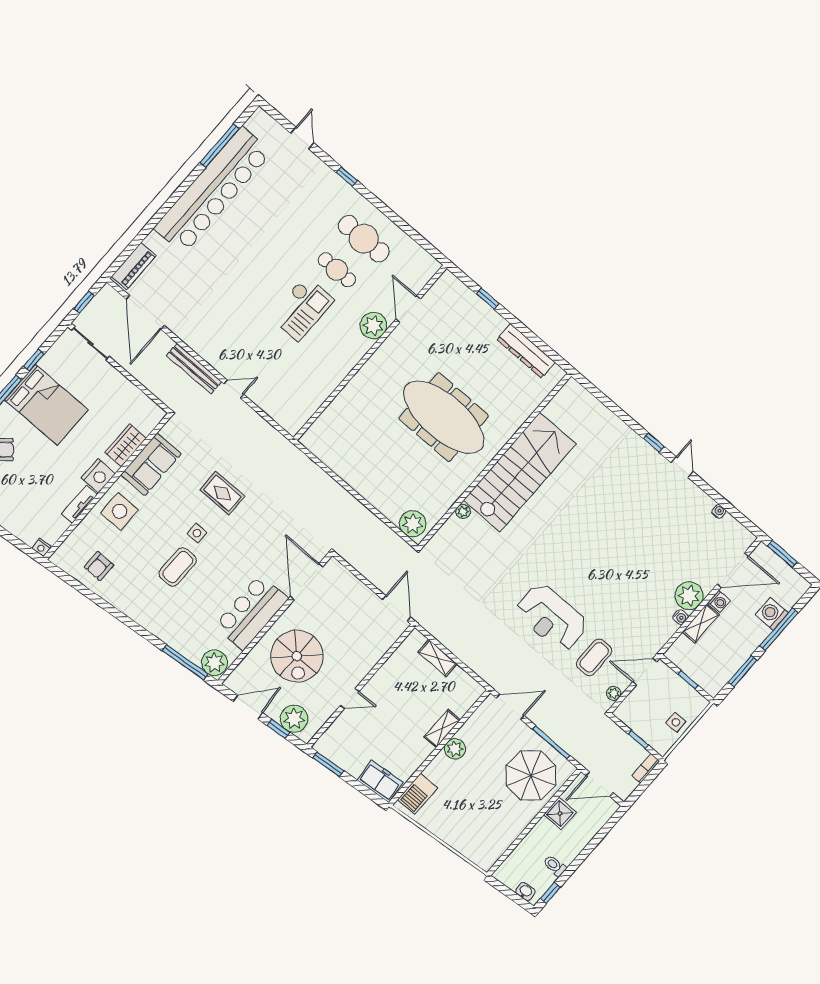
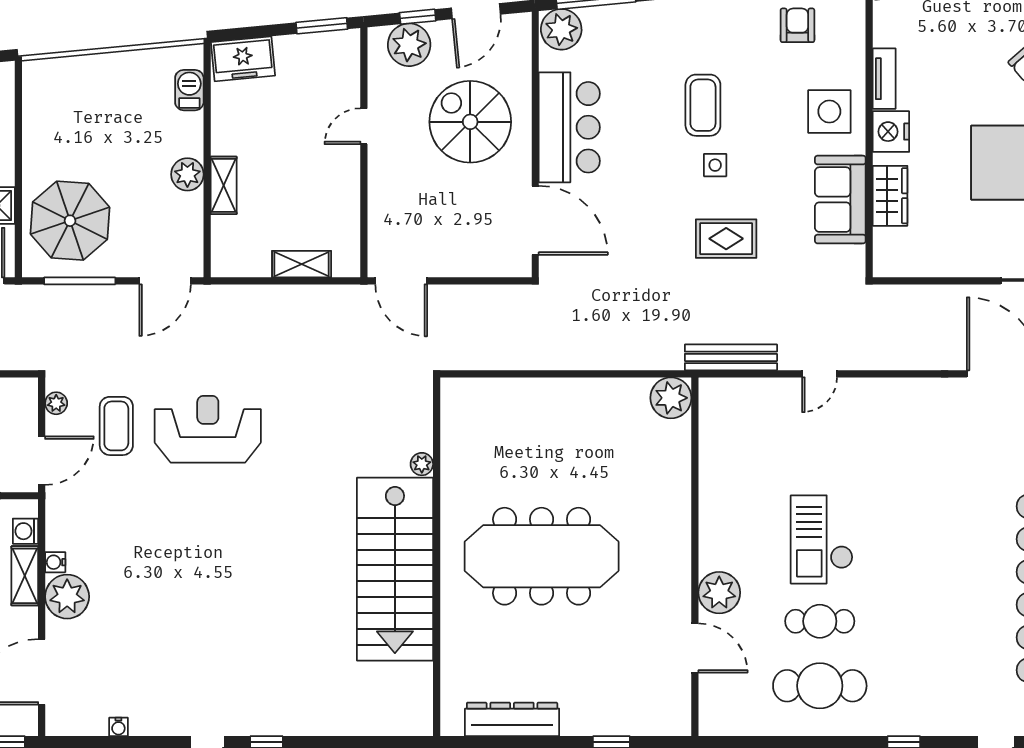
bench: (194, 368) -> (731, 357), moved
plant: (413, 524) -> (671, 398), moved
washing machine: (719, 602) -> (25, 531), moved
barbecue: (418, 794) -> (189, 90), width x0.73, depth x0.79

